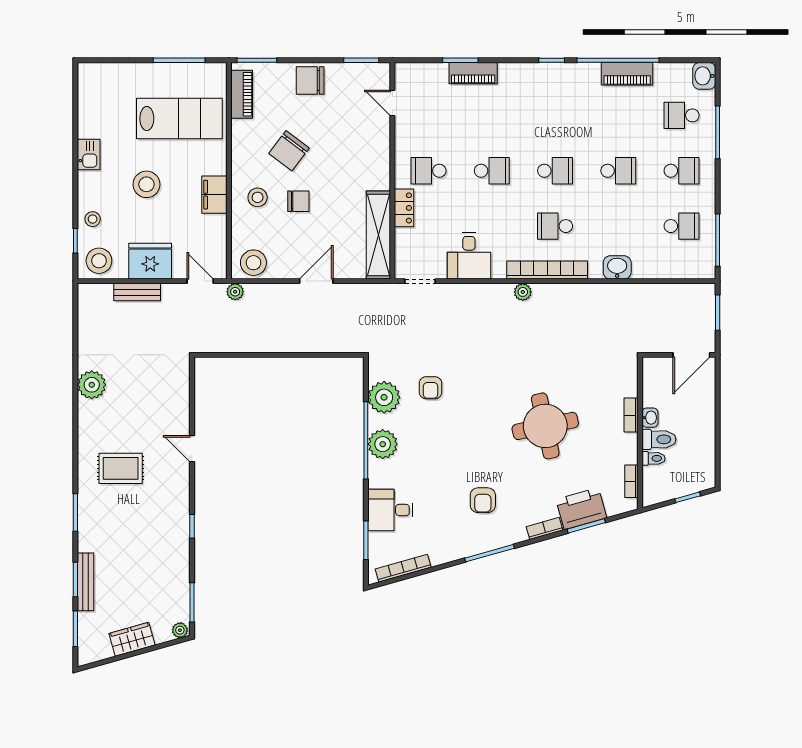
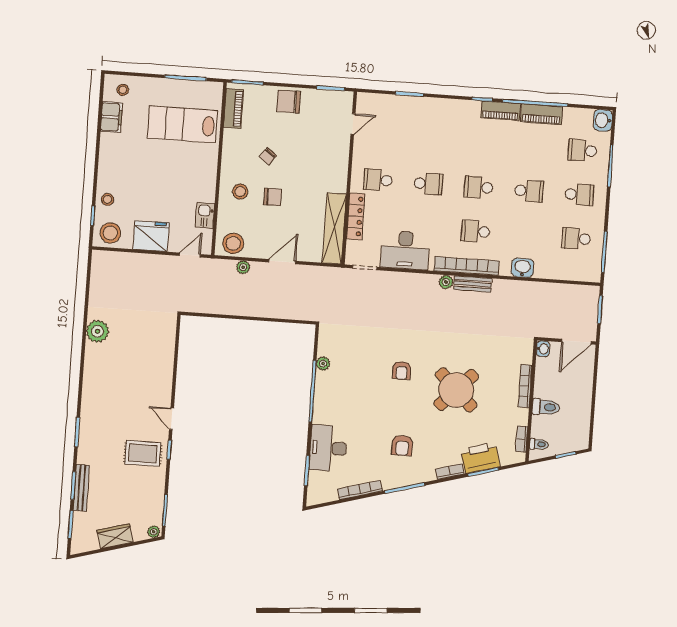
piano: (473, 73) -> (501, 111), moved
door: (392, 103) -> (353, 124), swing flipped
lab bench: (179, 119) -> (182, 124), turned 180
chair: (289, 151) -> (268, 156), width x0.54, depth x0.54
kitchen sink: (89, 154) -> (205, 215), moved, turned 180
school desk: (555, 171) -> (479, 187), turned 180
stool: (146, 184) -> (123, 90), moved, width x0.53, depth x0.53
filing cabinet: (214, 195) -> (111, 117), moved, turned 180
locker: (404, 208) -> (356, 216), width x1.53
school desk: (682, 226) -> (576, 239), turned 180
desk: (469, 256) -> (405, 250), width x1.37
door: (200, 281) -> (190, 255), hinge flipped
bench: (137, 292) -> (473, 284), moved
plant: (235, 292) -> (243, 267), moved
armchair: (430, 388) -> (402, 370), moved
plant: (384, 397) -> (323, 364), width x0.53, depth x0.53
bookcase: (631, 415) -> (525, 386), width x1.56
washbasin: (650, 418) -> (543, 349), moved
round table: (545, 426) -> (456, 390), turned -34
plant: (383, 444) -> (326, 395), removed
door: (192, 449) -> (171, 419), moved
toilet: (653, 458) -> (539, 444), moved
rug: (121, 468) -> (143, 453), moved
desk: (390, 510) -> (328, 448), width x1.37
bookcase: (403, 568) -> (360, 490), moved

